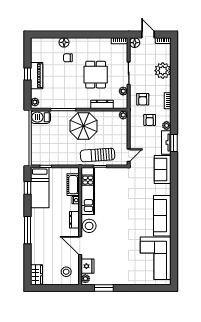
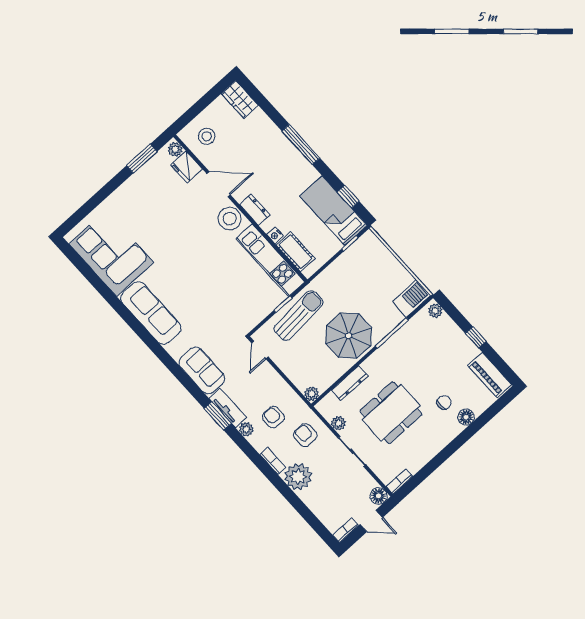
plant: (163, 71) -> (298, 477), moved
dining table: (96, 75) -> (391, 413), width x1.38
piano: (37, 76) -> (490, 375), moved

